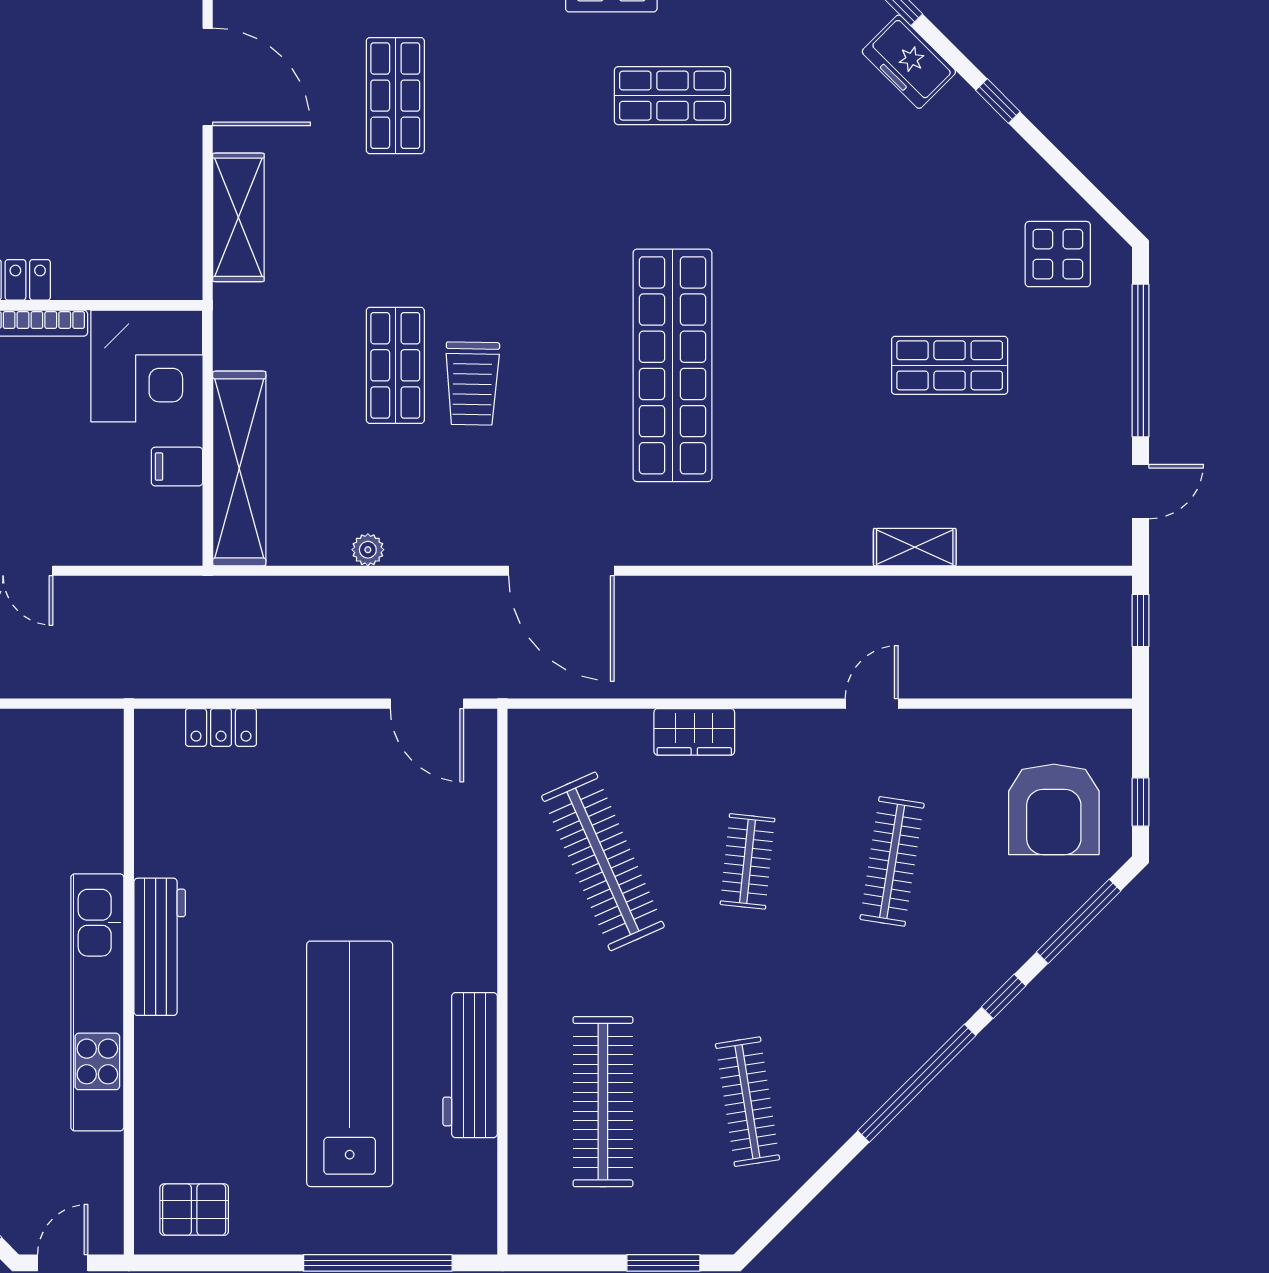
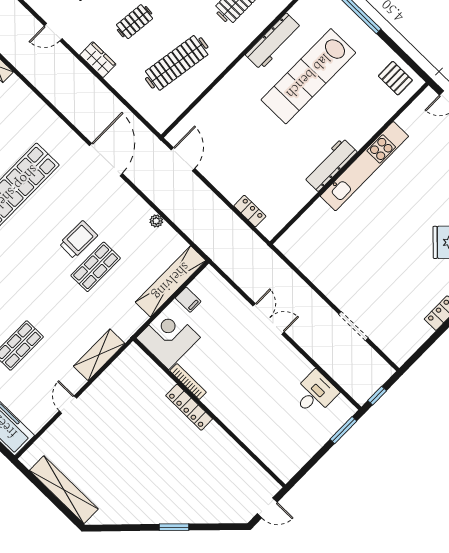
door: (208, 77) -> (68, 405), width x0.53
wardrobe: (694, 732) -> (98, 60), moved
clothes rail: (603, 861) -> (177, 63), turned 33

